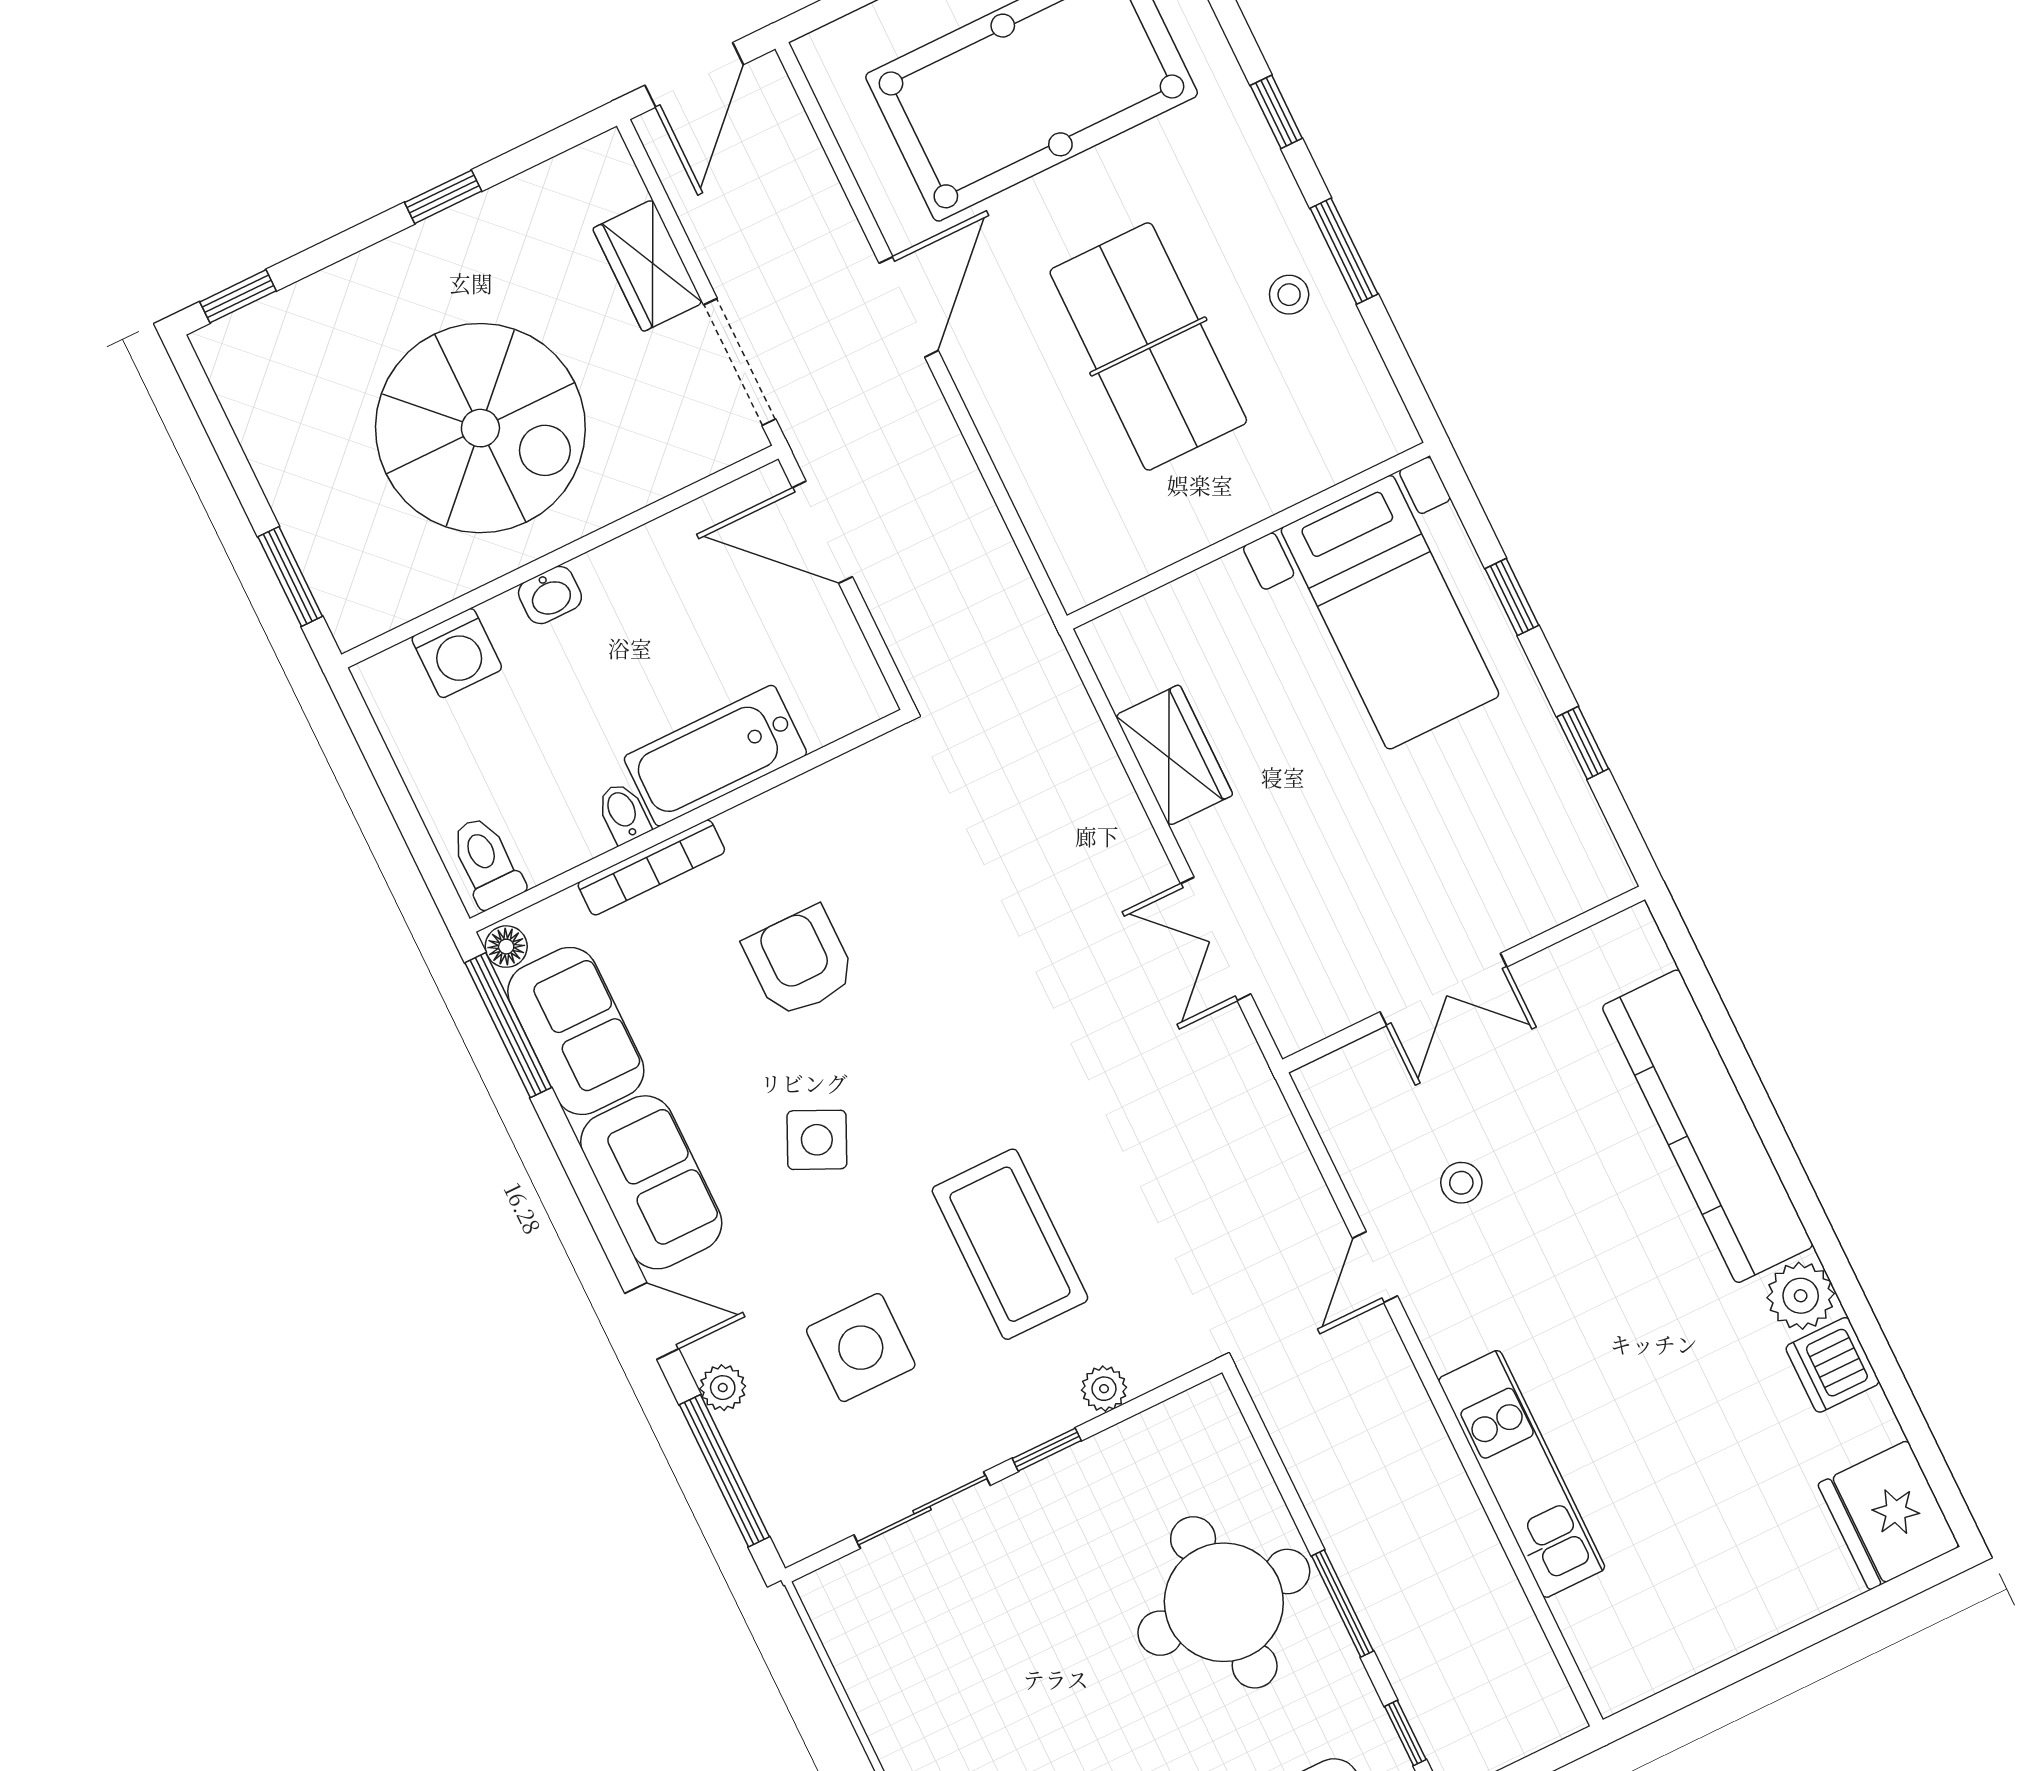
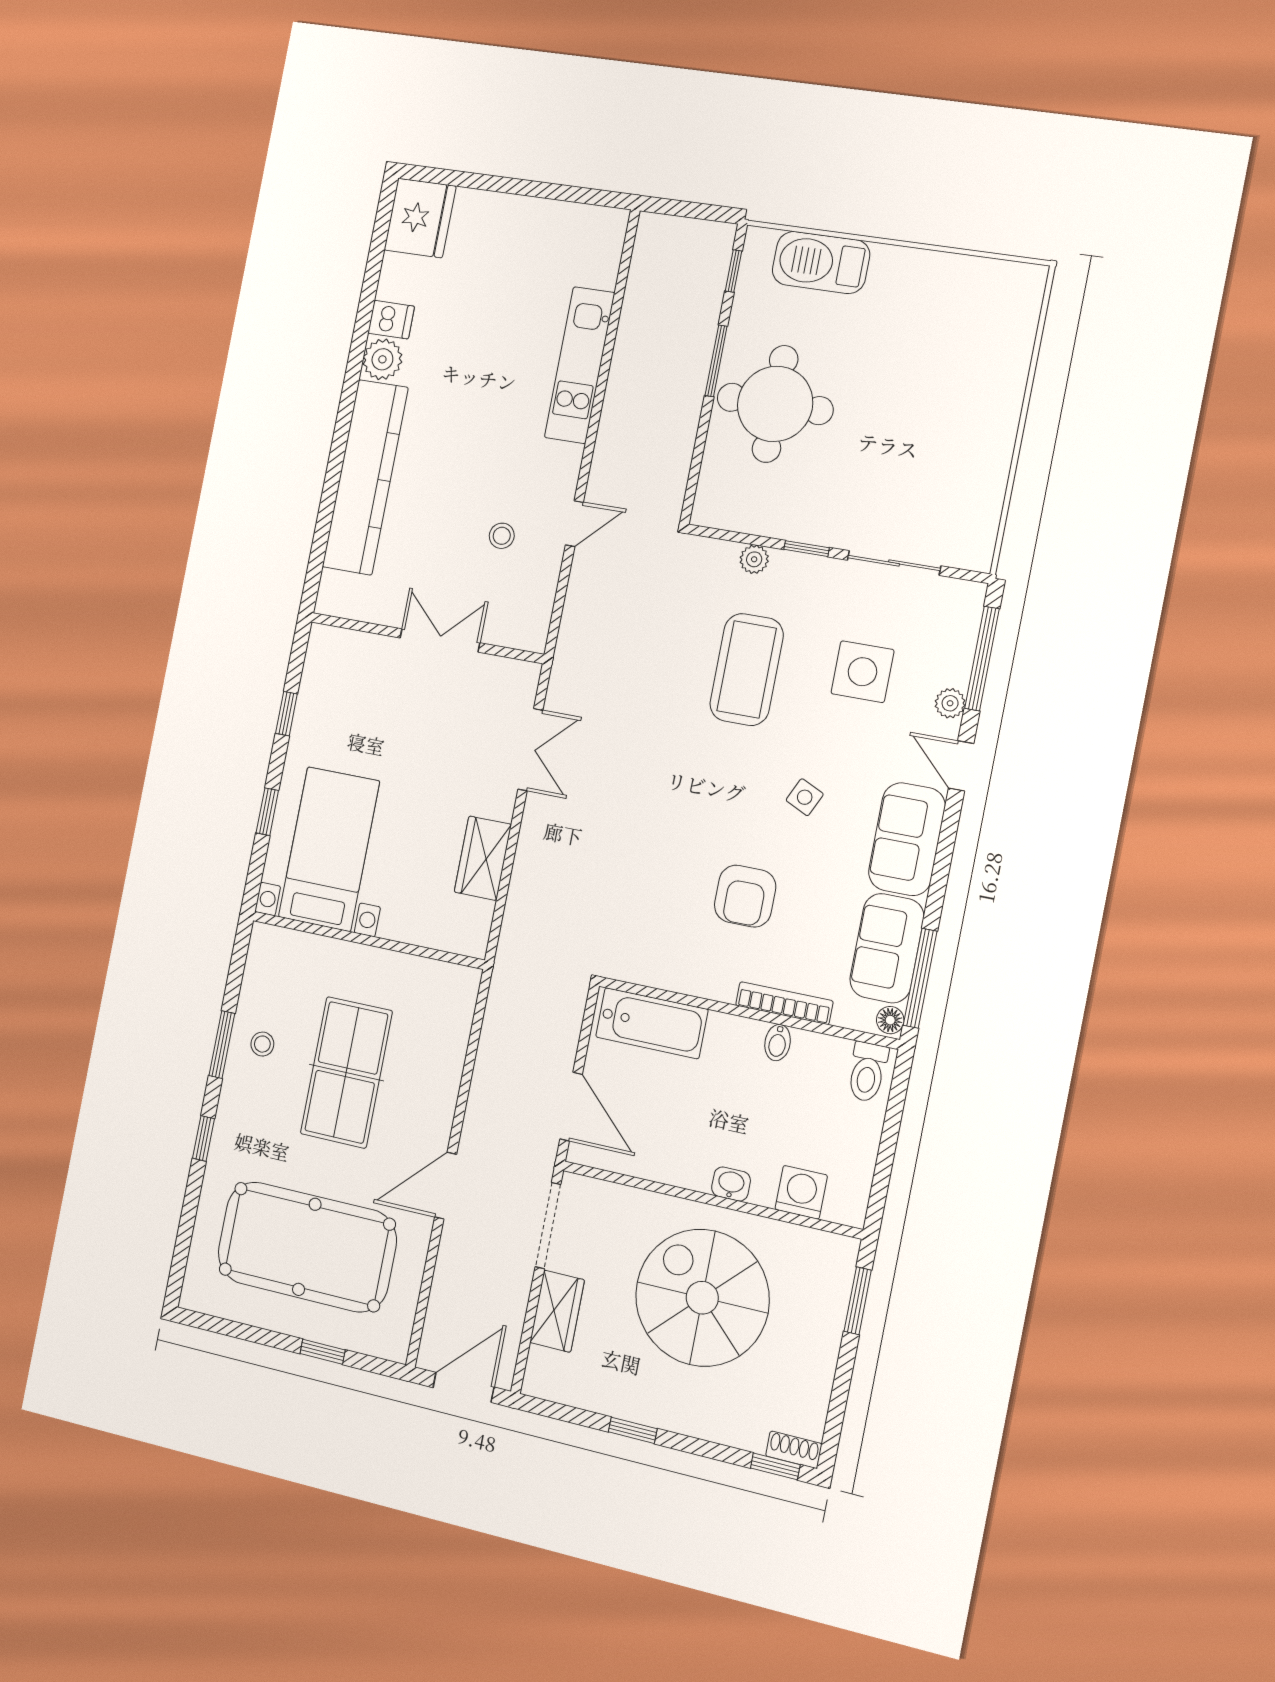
shoe rack: (231, 335) -> (794, 1450), added
bathtub: (715, 756) -> (652, 1023), moved
side table: (817, 1140) -> (805, 797), width x0.73, depth x0.73
dishwasher: (1832, 1365) -> (391, 320), width x0.73

